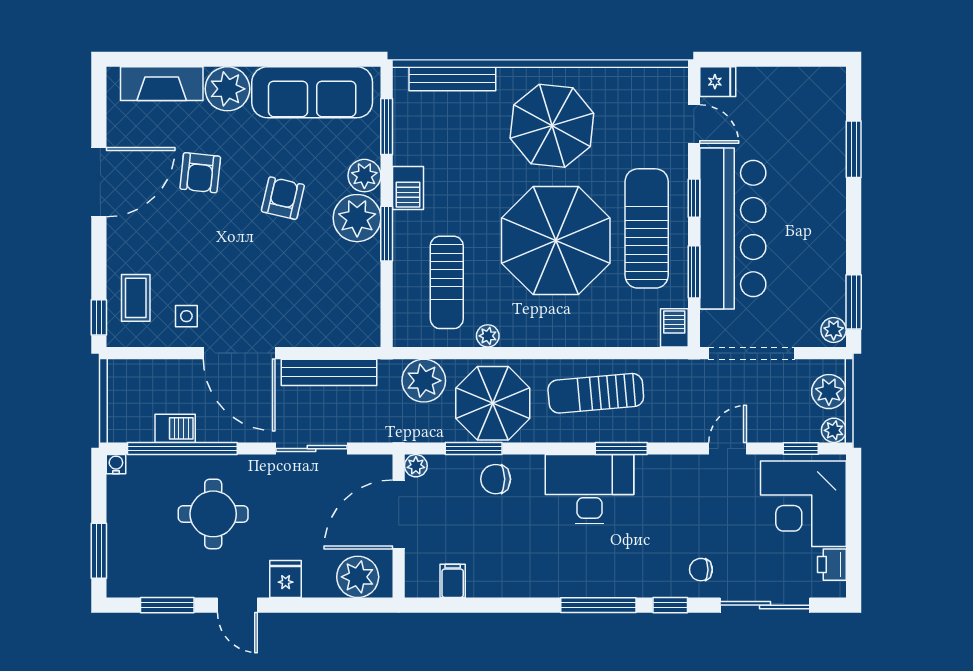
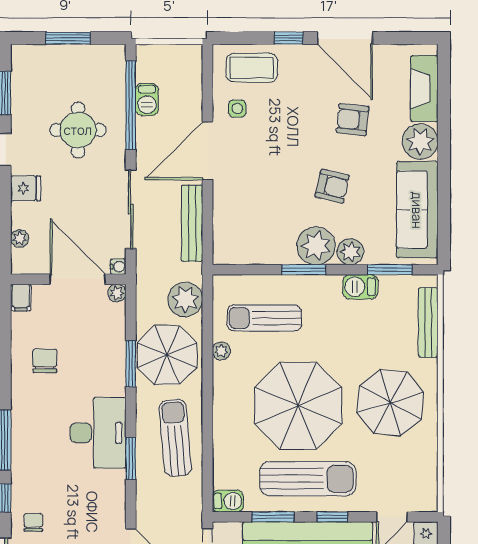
barbecue: (408, 188) -> (360, 287), moved
coffee table: (136, 298) -> (252, 68), width x1.36, depth x1.30
window: (99, 317) -> (289, 38), moved
sliding door: (312, 449) -> (131, 209), width x1.37
window: (474, 449) -> (131, 364), moved
water cooler: (116, 464) -> (118, 267), moved
chair: (496, 479) -> (45, 361), moved
window: (99, 551) -> (68, 38), moved
plant: (358, 577) -> (20, 238), width x0.53, depth x0.53
filing cabinet: (453, 581) -> (21, 298), moved, turned 90

